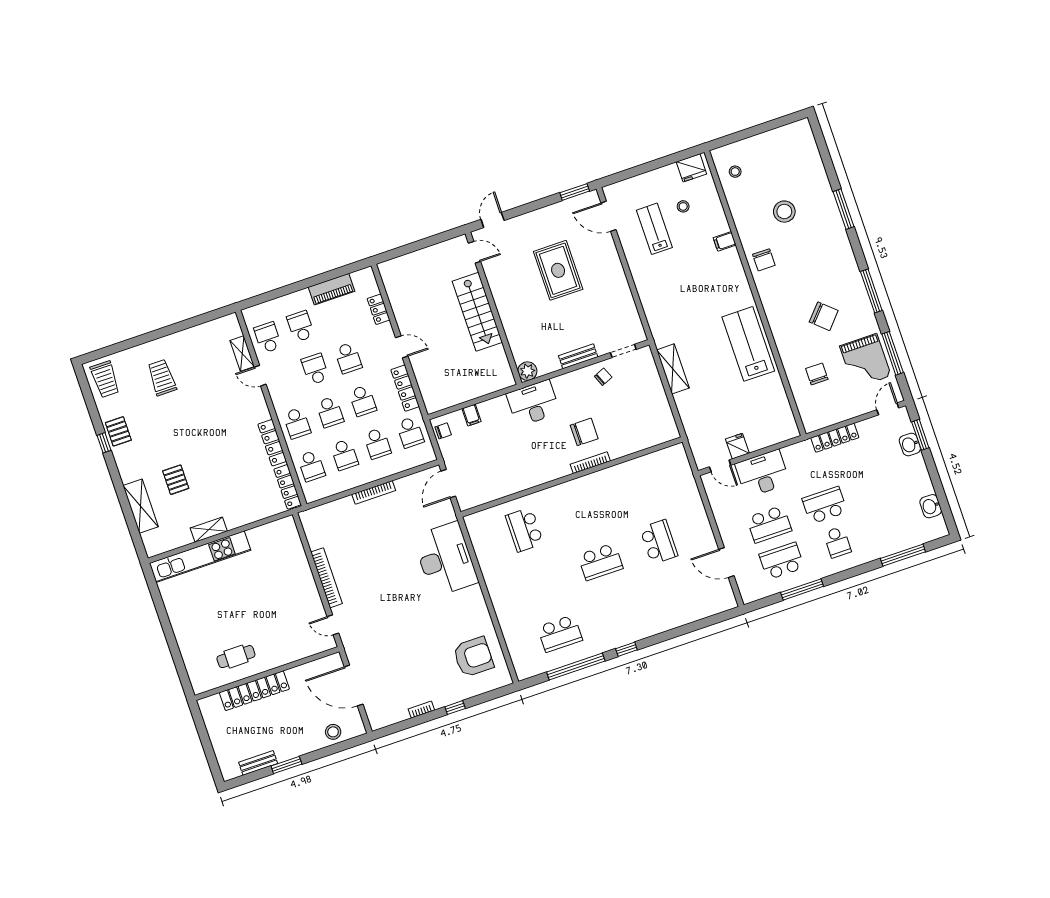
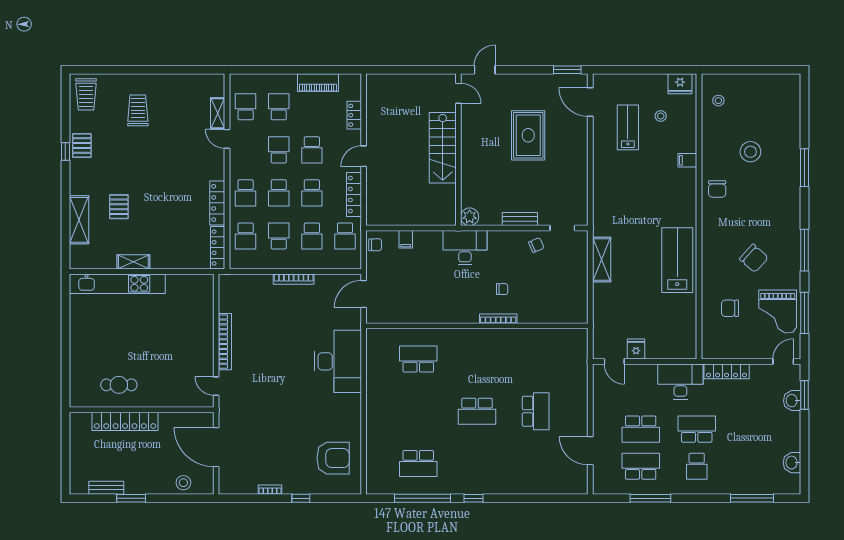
door: (402, 347) -> (364, 156), swing flipped
chair: (817, 374) -> (730, 308), turned -90
chair: (584, 432) -> (502, 289), width x0.54, depth x0.54
school desk: (344, 455) -> (279, 236), turned 180
desk: (762, 474) -> (680, 382), moved
school desk: (524, 530) -> (418, 359), turned 90

